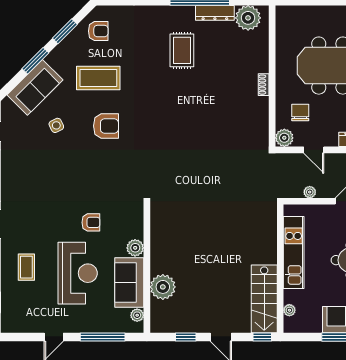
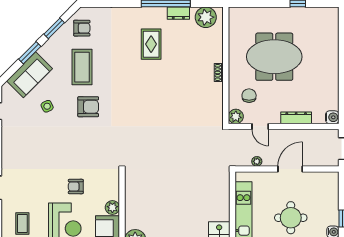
dresser: (215, 13) -> (178, 13), width x0.70
coffee table: (98, 78) -> (82, 67), turned 90
armchair: (91, 222) -> (76, 187), turned 180

